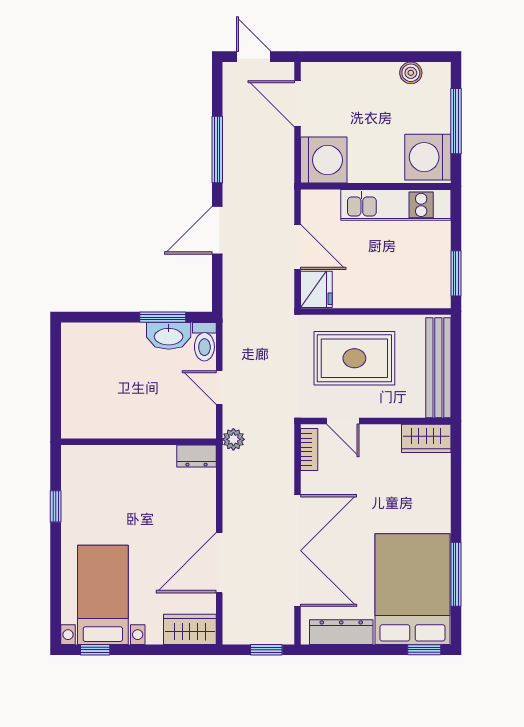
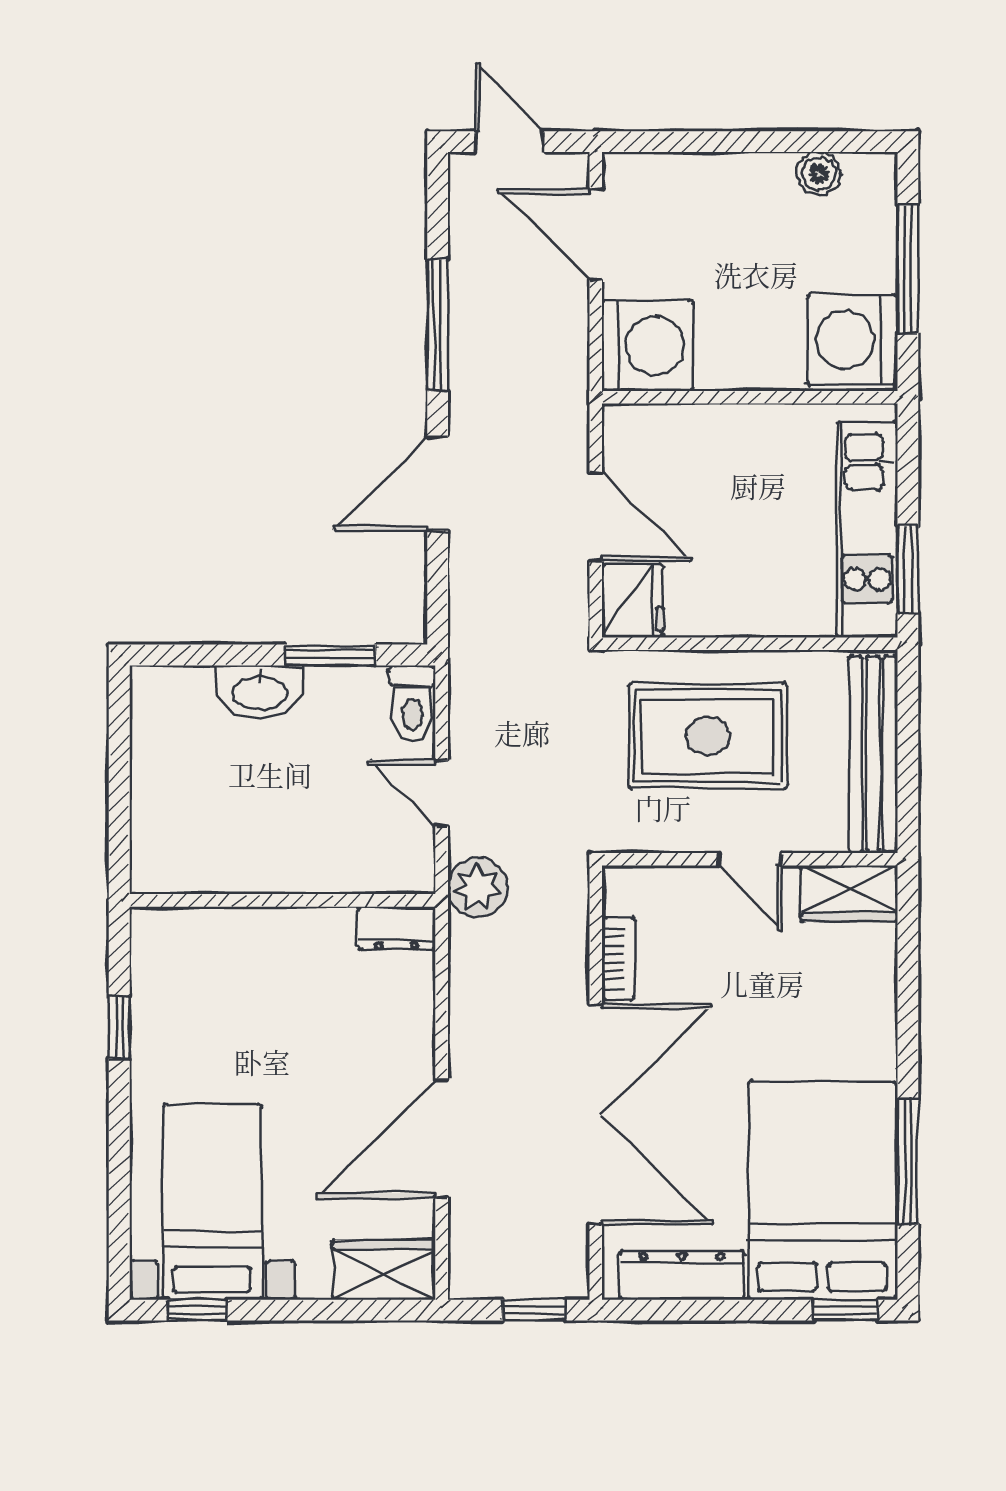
kitchen unit: (396, 205) -> (867, 529), moved, turned 90
washbasin: (169, 336) -> (260, 692), moved
door: (343, 421) -> (750, 859), moved
plant: (233, 439) -> (478, 887), width x1.38, depth x1.38
bookcase: (309, 449) -> (618, 958), moved

